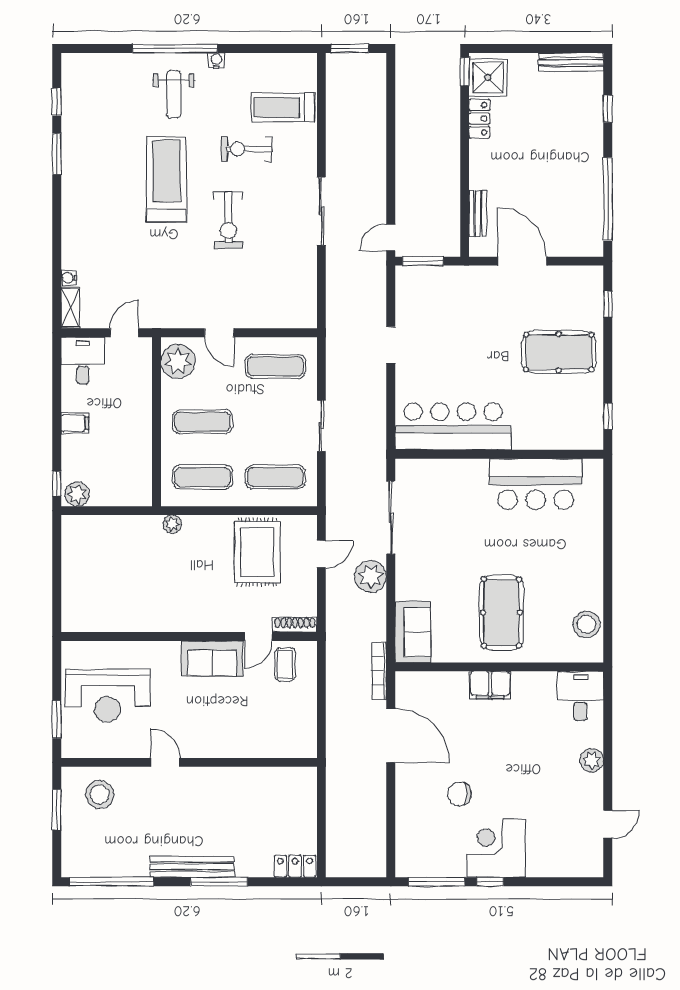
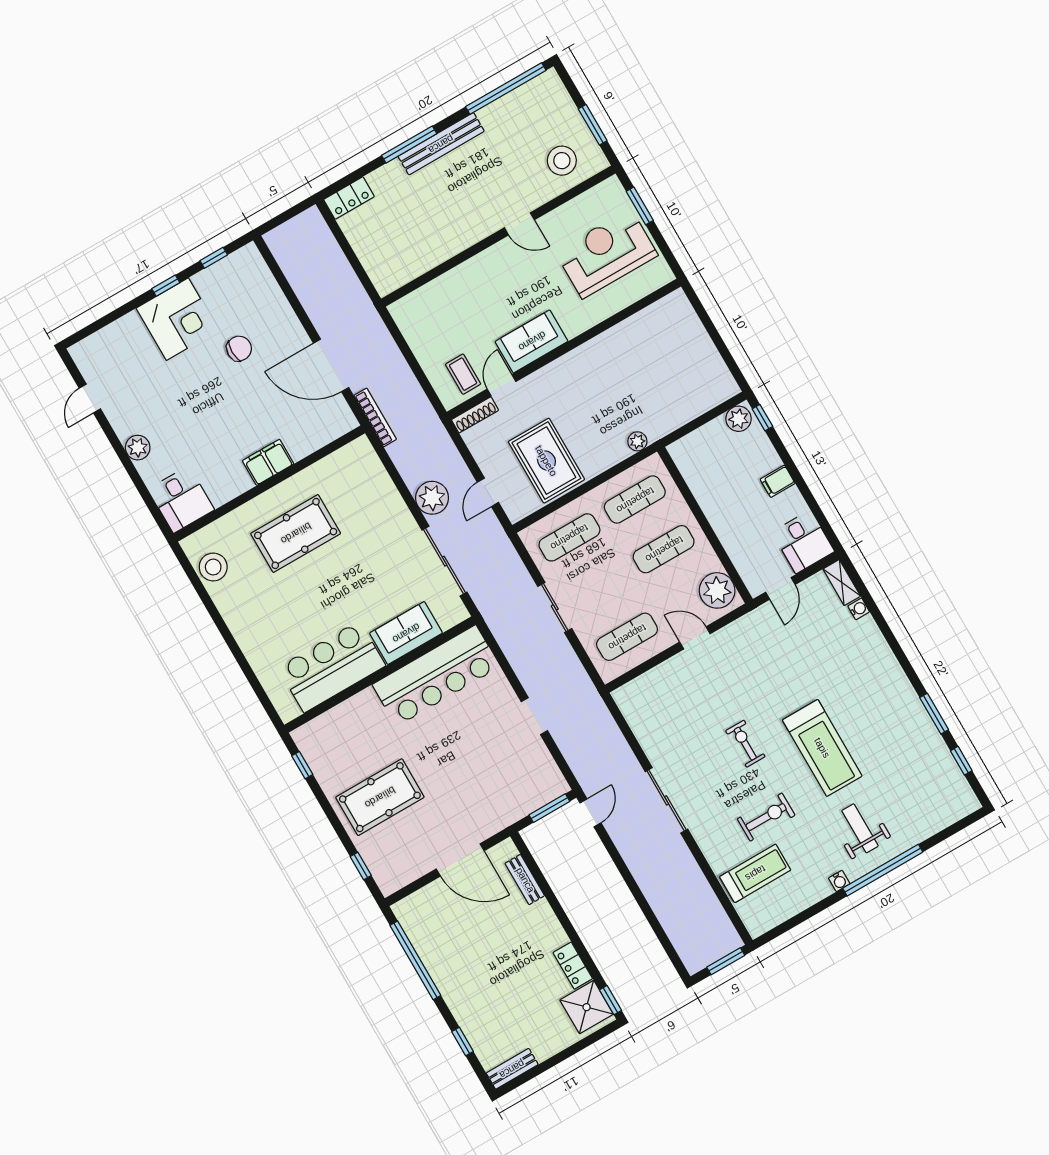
bench: (571, 62) -> (512, 1069), width x0.73
exercise bike: (228, 220) -> (745, 744), width x0.73, depth x0.72
pool table: (502, 612) -> (296, 533), turned 90
sofa: (413, 632) -> (406, 633), moved, turned 90
window: (437, 882) -> (214, 258), width x0.46

